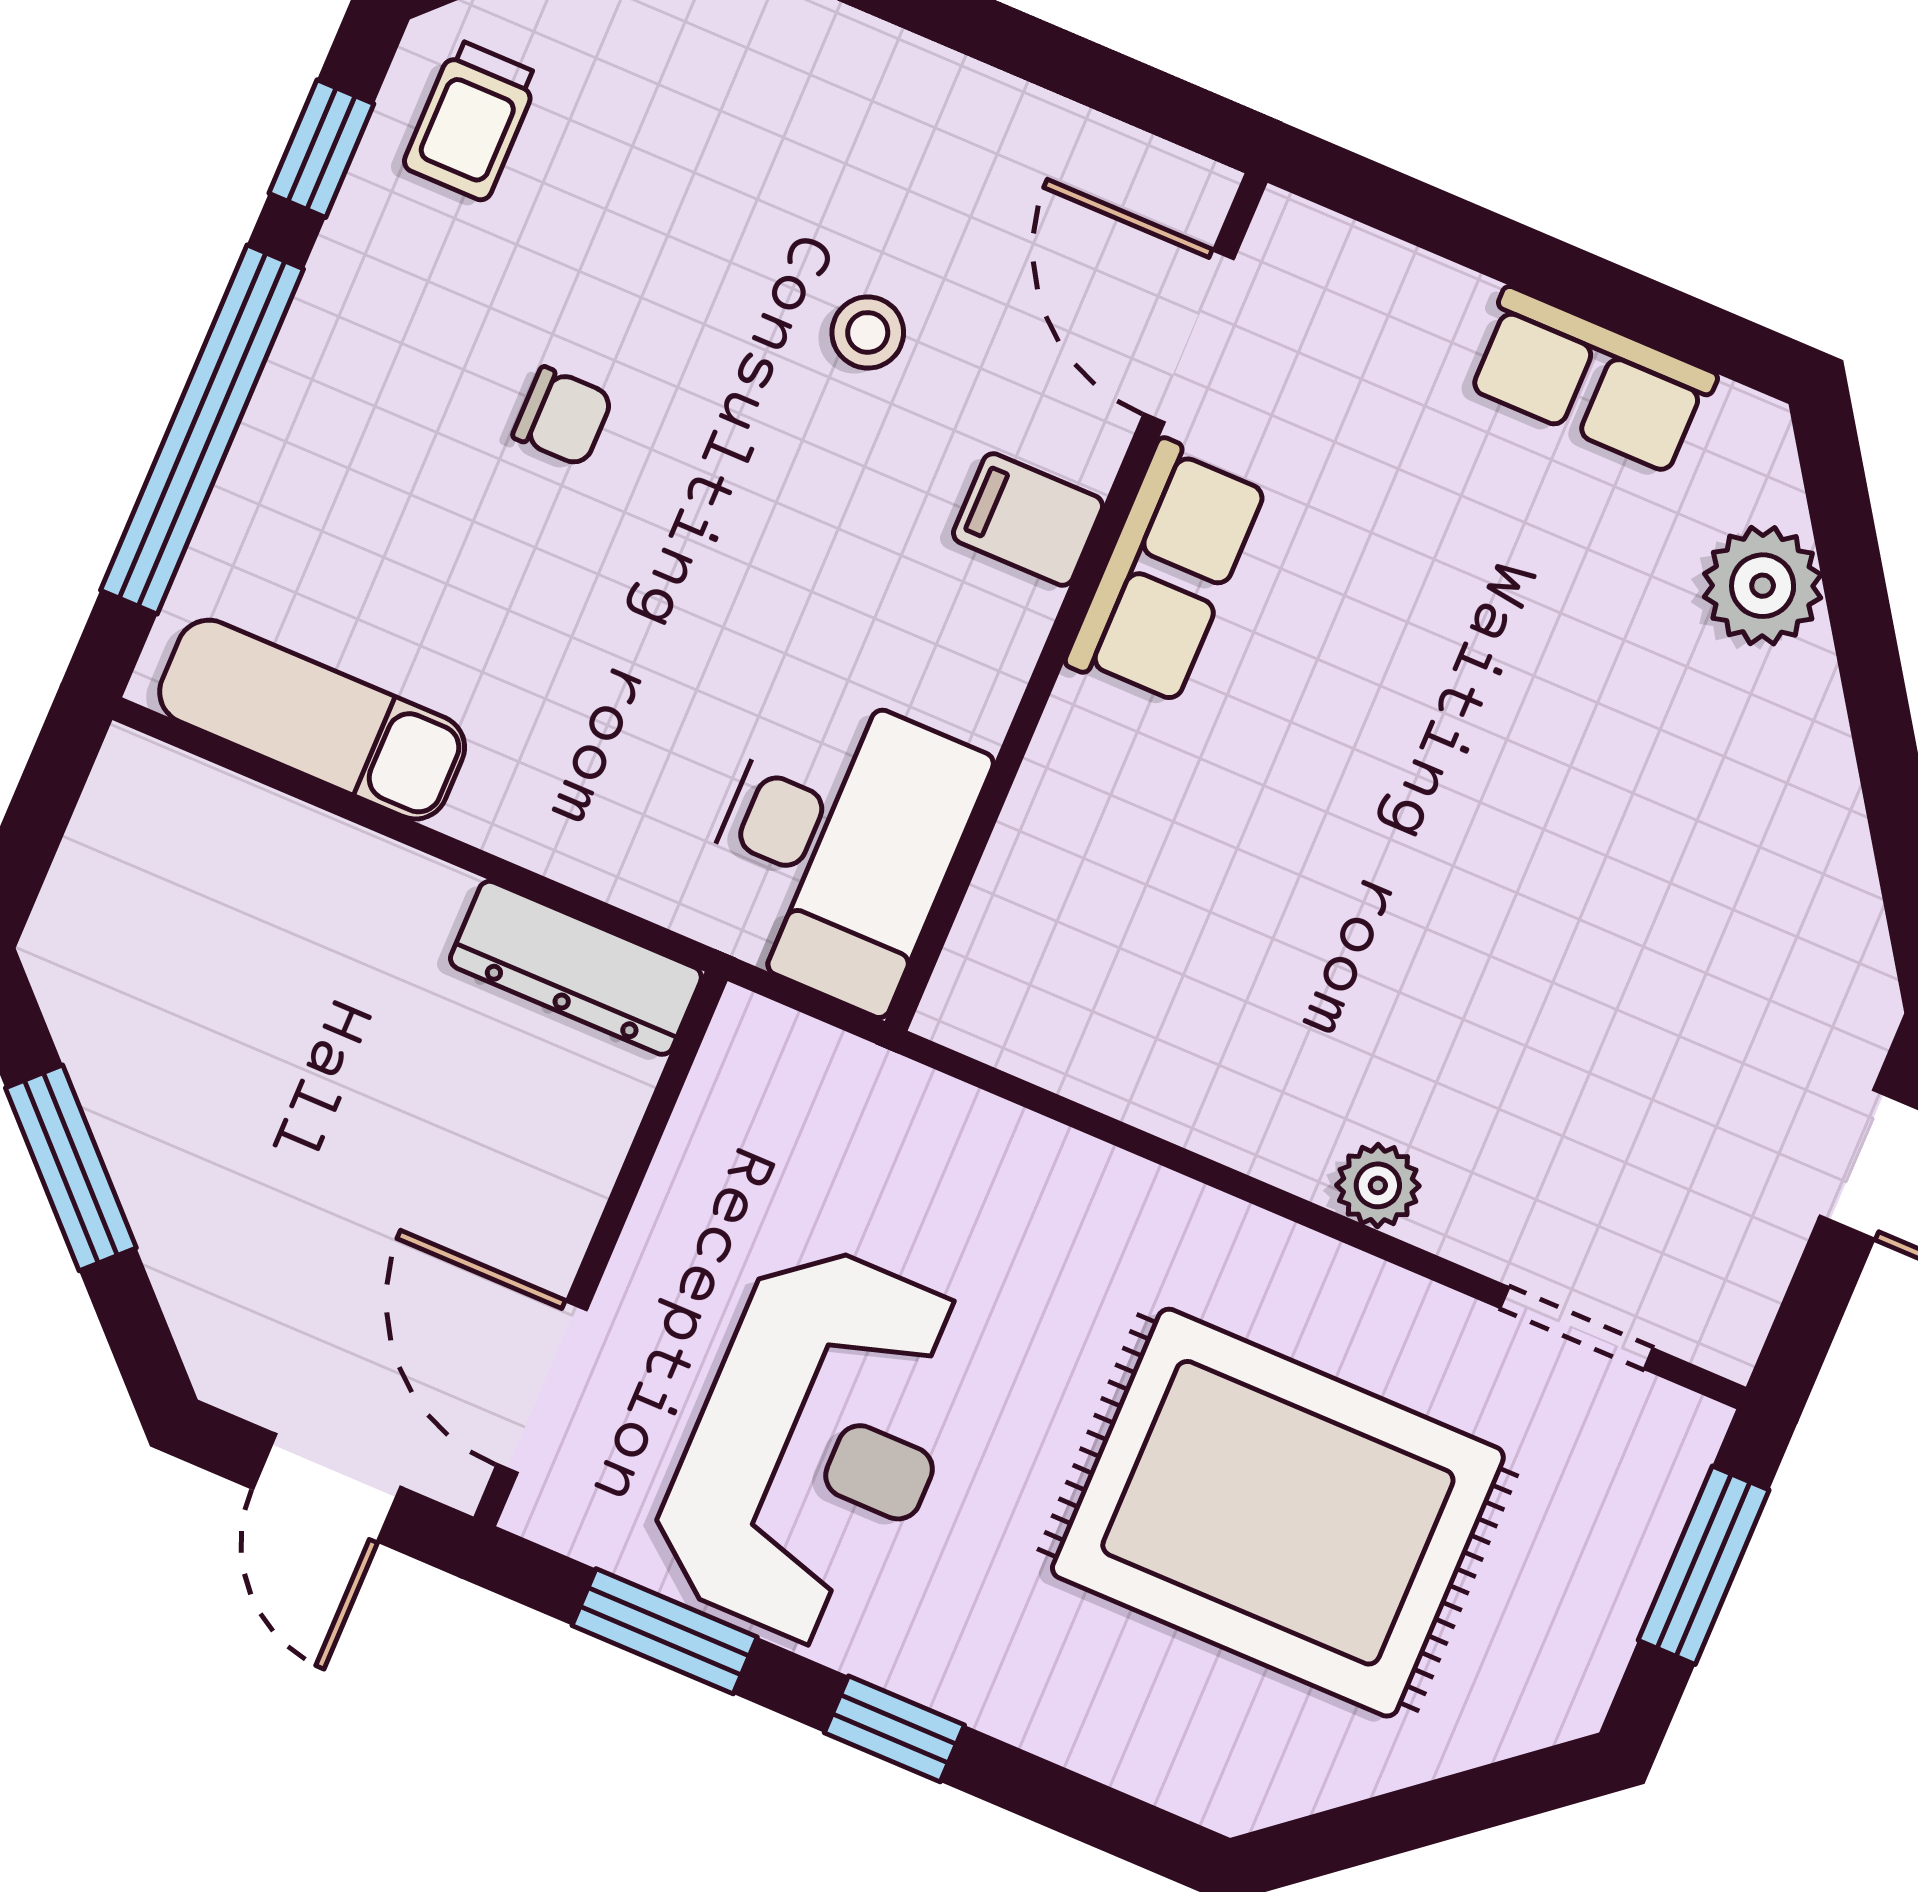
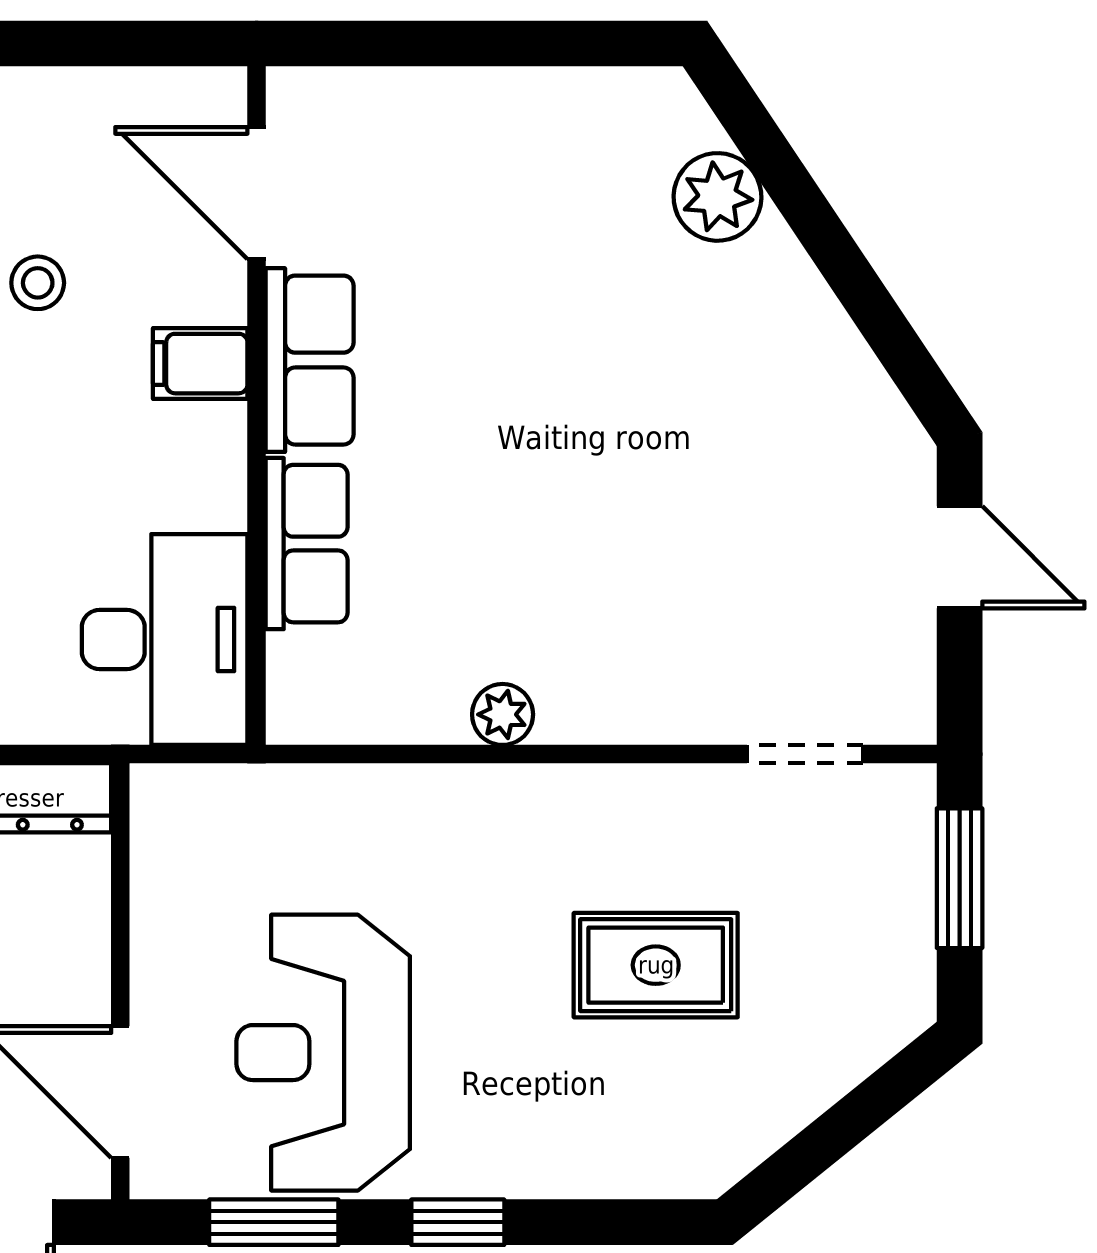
row of seats: (1591, 380) -> (307, 544), moved, turned -90
plant: (1378, 1185) -> (503, 714), moved
reception desk: (816, 1446) -> (323, 1053), turned 180
rug: (1278, 1513) -> (656, 965), width x0.54, depth x0.49

